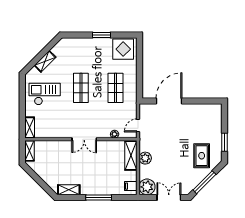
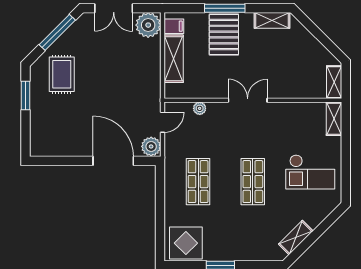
shelving: (45, 61) -> (296, 237), moved
door: (169, 101) -> (113, 161), swing flipped
shelving: (131, 155) -> (174, 59), moved
plant: (145, 158) -> (151, 146), moved
pallet: (99, 181) -> (224, 35), added

